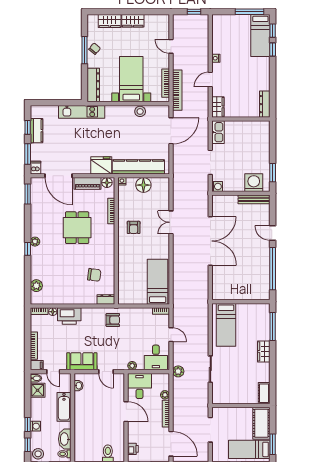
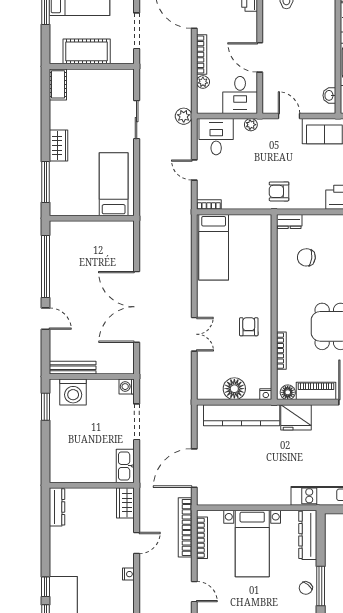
stool: (140, 111) -> (239, 496), removed
cot: (261, 423) -> (87, 51), moved, turned 90

